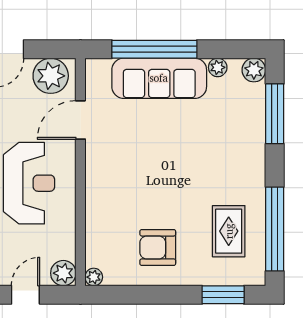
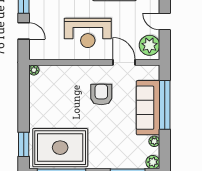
rug: (229, 231) -> (60, 148), width x1.86, depth x2.06
armchair: (158, 247) -> (101, 95), moved
plant: (63, 273) -> (36, 53), removed

